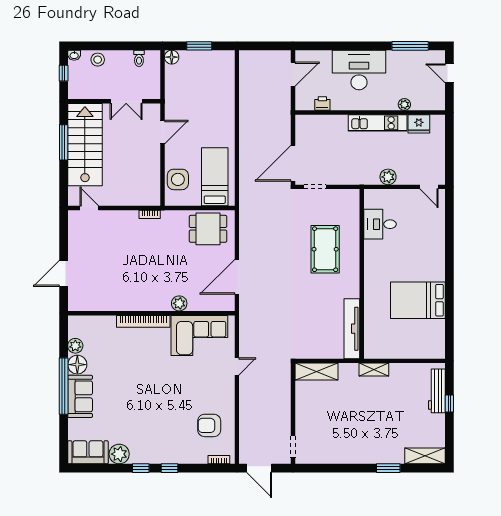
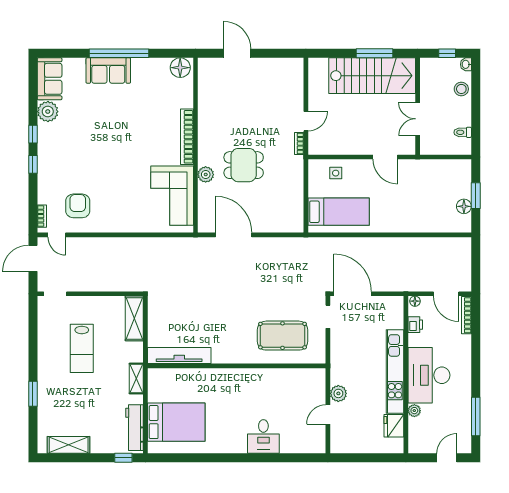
bookcase: (313, 55) -> (466, 315), added
floor lamp: (172, 57) -> (464, 206), moved
desk: (359, 70) -> (429, 375), moved, turned 180
floor lamp: (300, 104) -> (415, 301), added
kitchen unit: (378, 123) -> (395, 371), width x1.36
side table: (178, 179) -> (336, 173), width x0.54, depth x0.54
door: (429, 187) -> (328, 415), moved
door: (89, 208) -> (306, 121), moved
desk: (380, 224) -> (263, 436), moved, turned 180
dining table: (208, 229) -> (244, 165), moved, turned 90
pool table: (325, 249) -> (283, 336), moved
bed: (418, 300) -> (176, 422), moved, turned 90
plant: (75, 346) -> (161, 66), removed
floor lamp: (77, 365) -> (180, 68), moved
door: (237, 366) -> (57, 235), moved
workbench: (437, 391) -> (135, 428), moved, turned -90
window: (449, 403) -> (123, 458), moved
lab bench: (345, 422) -> (82, 348), added
shelving: (425, 456) -> (69, 445), moved, turned 90

